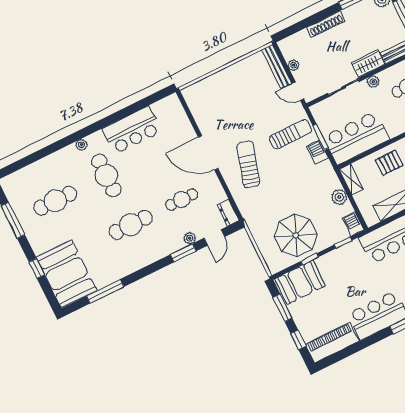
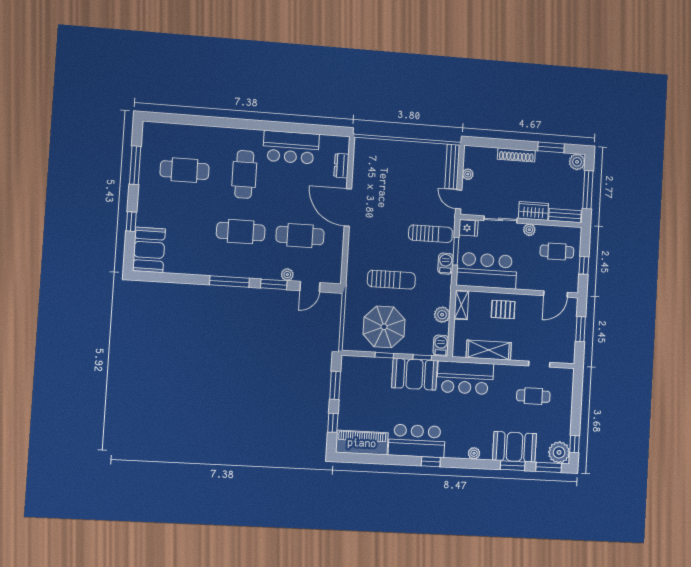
fridge: (320, 111) -> (468, 228), added
plant: (82, 145) -> (238, 134), removed
sun lounger: (248, 164) -> (391, 280), moved, turned 73
cafe table: (182, 200) -> (300, 236), width x1.37, depth x1.35
dresser: (228, 213) -> (341, 166), moved
booth: (67, 274) -> (149, 250), width x0.73, depth x0.70
booth: (300, 282) -> (415, 374), moved
window: (105, 291) -> (229, 281), moved

